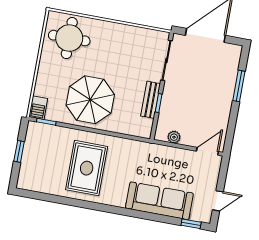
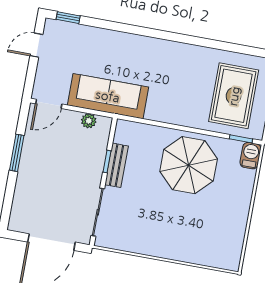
round table: (69, 38) -> (214, 239), removed
window: (239, 86) -> (17, 153), moved
rug: (87, 168) -> (234, 96), moved
sofa: (159, 201) -> (108, 96), moved, turned 180

